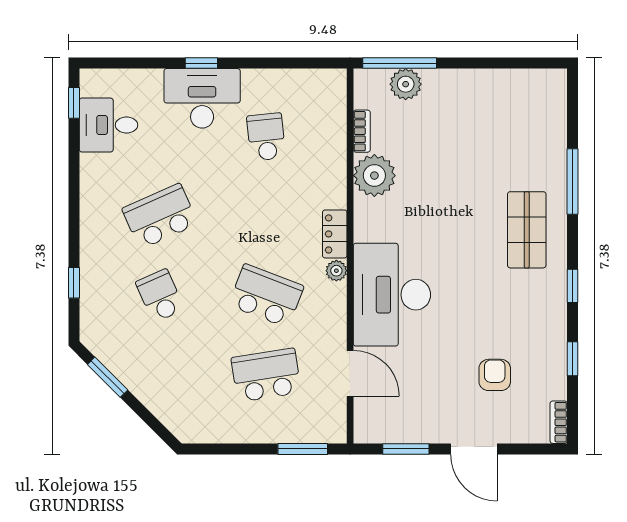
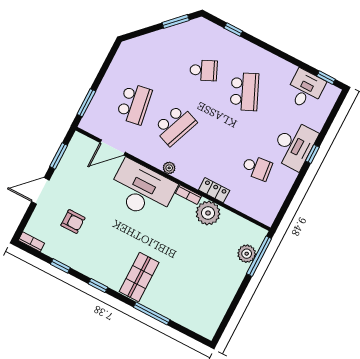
bookcase: (362, 131) -> (189, 195), moved
shop shelf: (527, 230) -> (139, 277), turned 90
locker: (335, 234) -> (214, 190), moved

